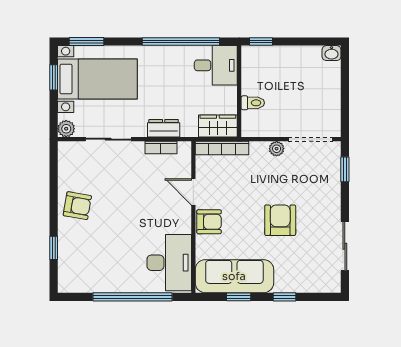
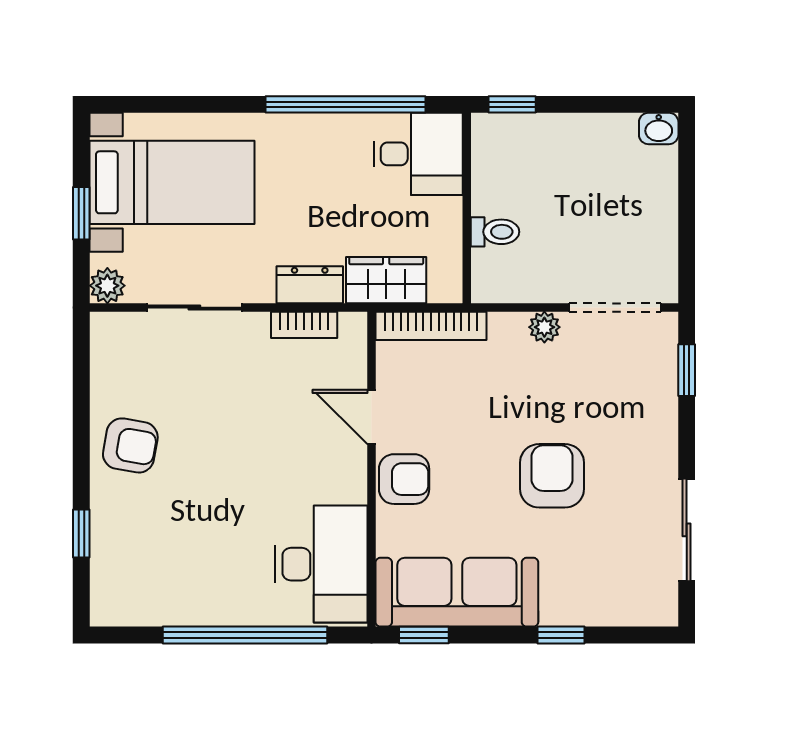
window: (87, 41) -> (149, 104), removed
window: (54, 77) -> (81, 213), moved
wardrobe: (218, 126) -> (386, 280), moved
window: (239, 297) -> (424, 635), moved

